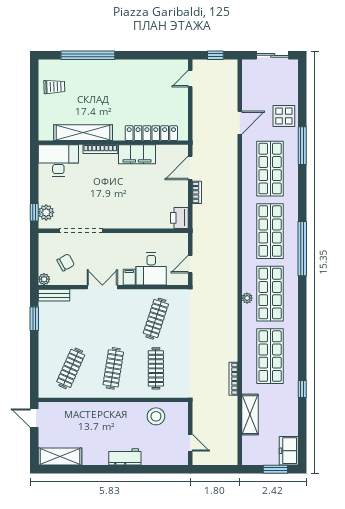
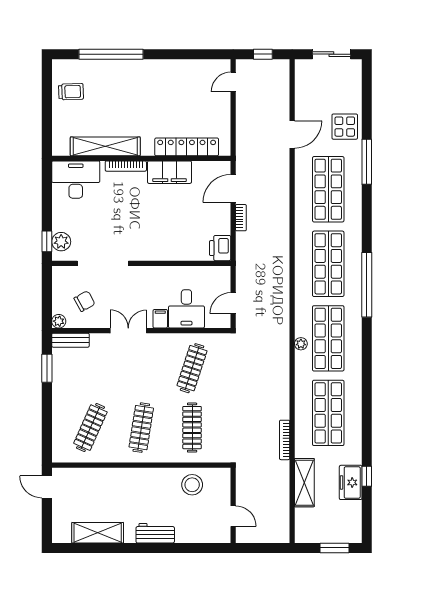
window: (302, 389) -> (367, 476), moved
freezer: (289, 451) -> (351, 482), moved
shelving: (60, 457) -> (98, 533), moved

